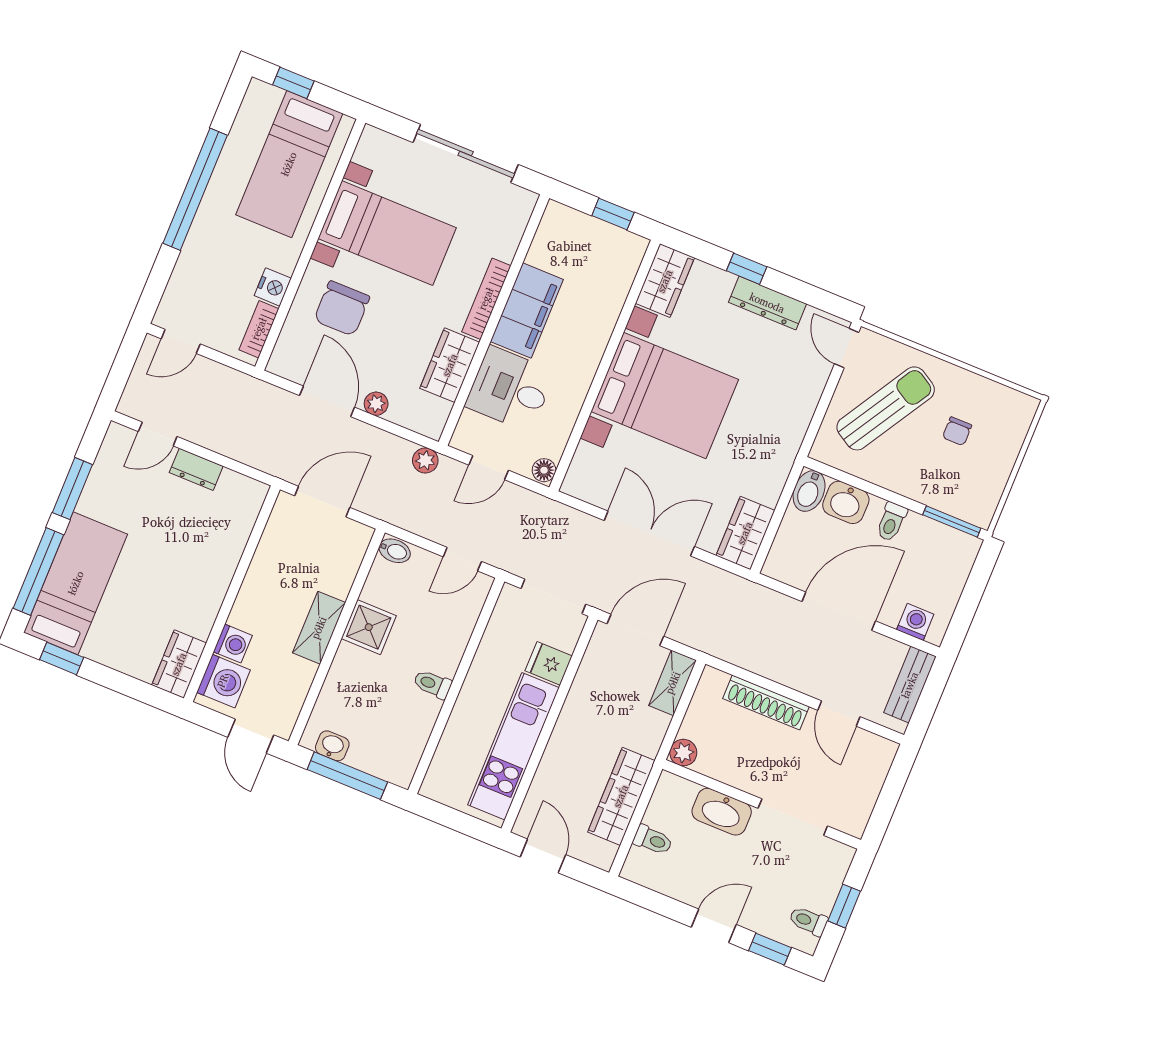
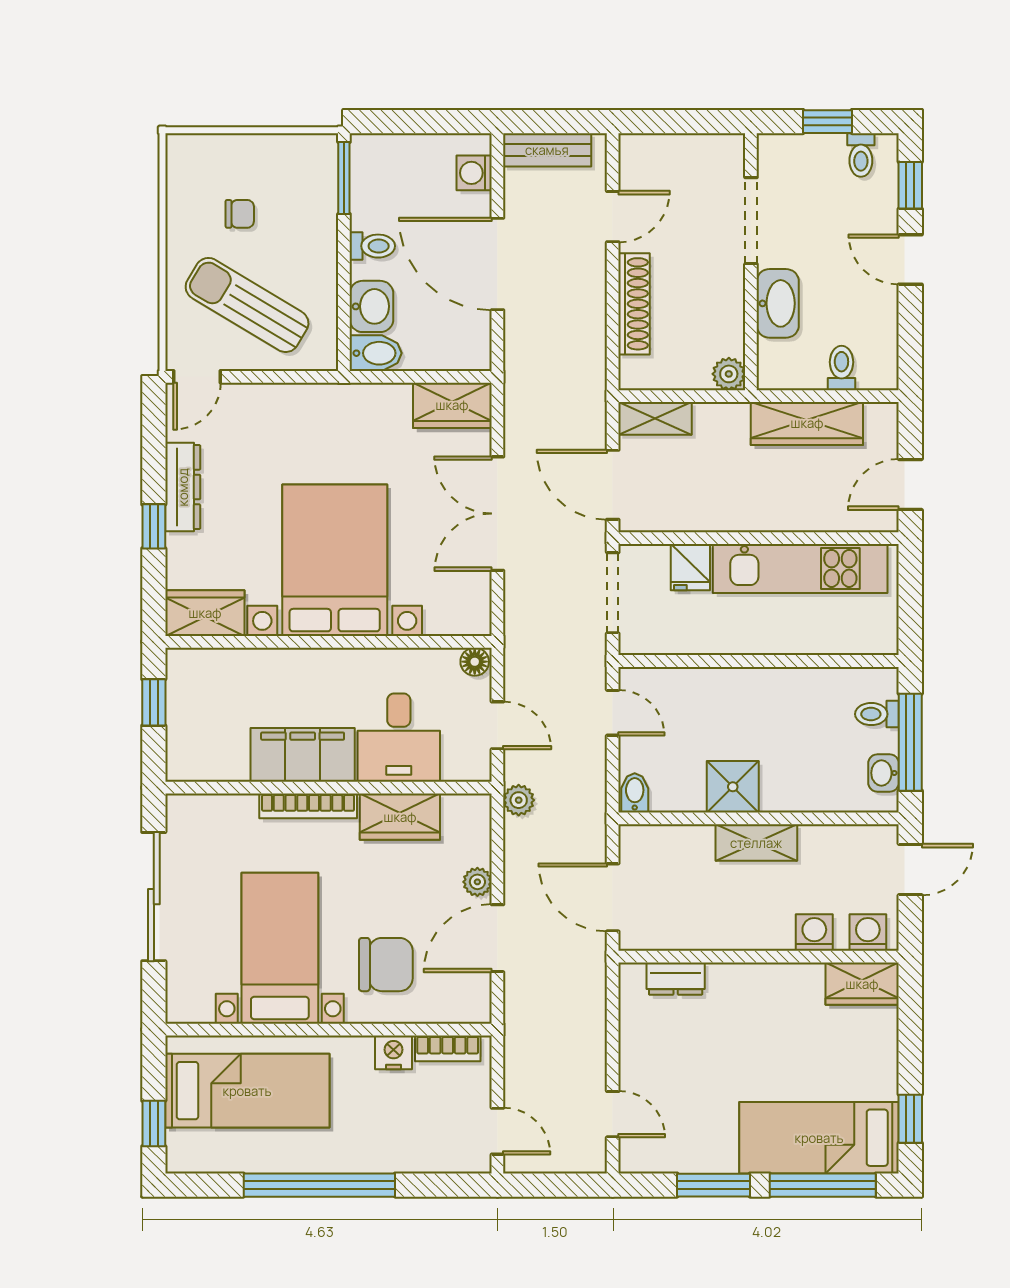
dresser: (196, 469) -> (676, 979), moved, turned 90
washing machine: (223, 681) -> (868, 933), width x0.73, depth x0.73
toilet: (432, 684) -> (877, 714), moved, turned 90

